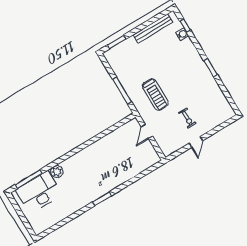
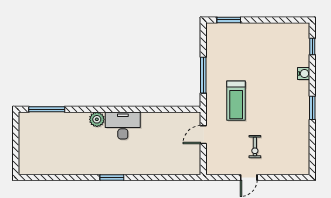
bench: (153, 29) -> (276, 29), removed
water cooler: (182, 34) -> (304, 74), moved
plant: (57, 172) -> (97, 119), moved
desk: (39, 192) -> (123, 125), moved, width x0.73, depth x0.77

